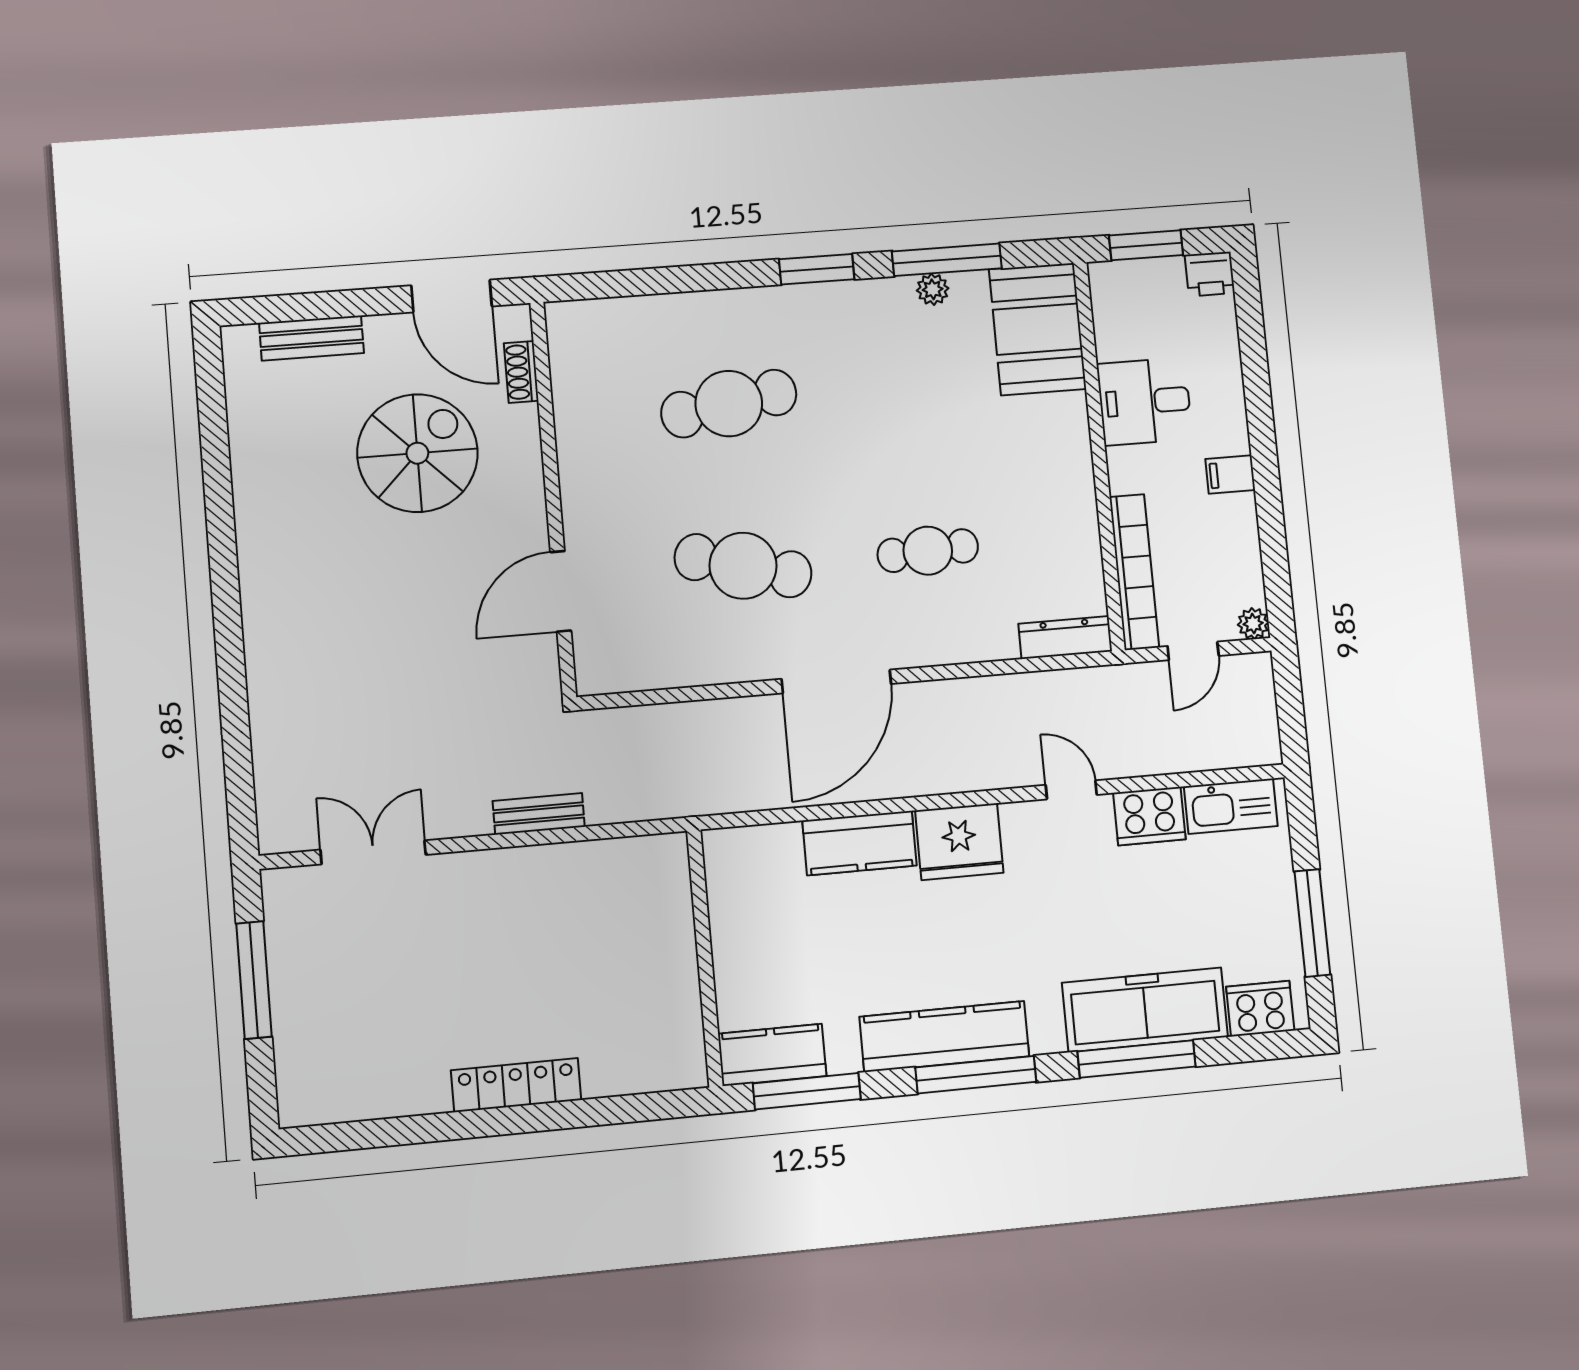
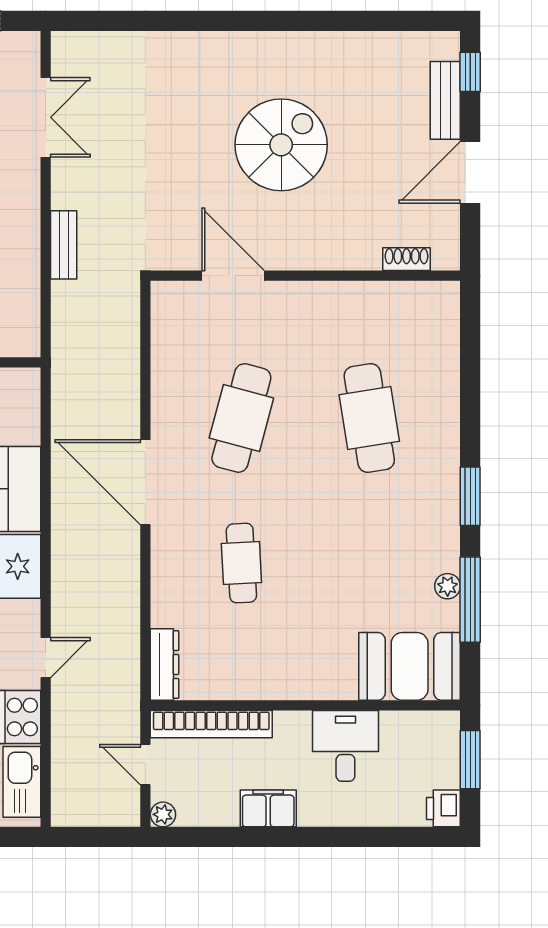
door: (452, 296) -> (470, 172), moved
window: (272, 309) -> (470, 72), added
spiral stairs: (417, 453) -> (281, 145), moved, turned -90
filing cabinet: (1230, 475) -> (268, 808), width x2.00

